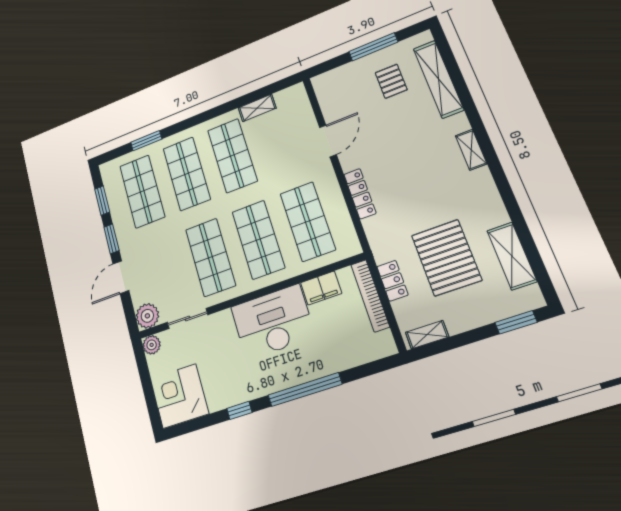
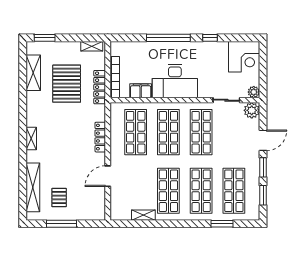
locker: (392, 281) -> (100, 87), width x1.53

